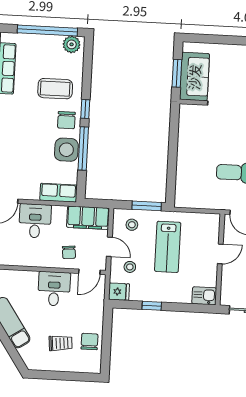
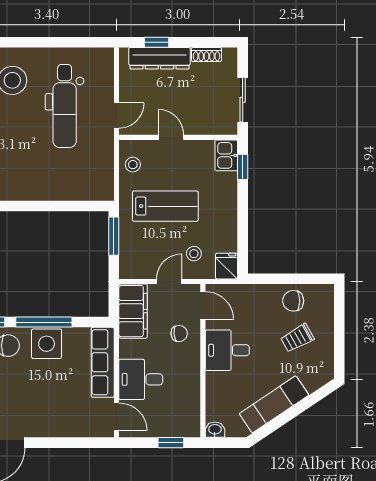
row of seats: (59, 193) -> (103, 362), width x1.48
stool: (132, 225) -> (133, 165), moved
window: (152, 306) -> (243, 167), moved
trolley: (61, 343) -> (297, 338), turned -114

